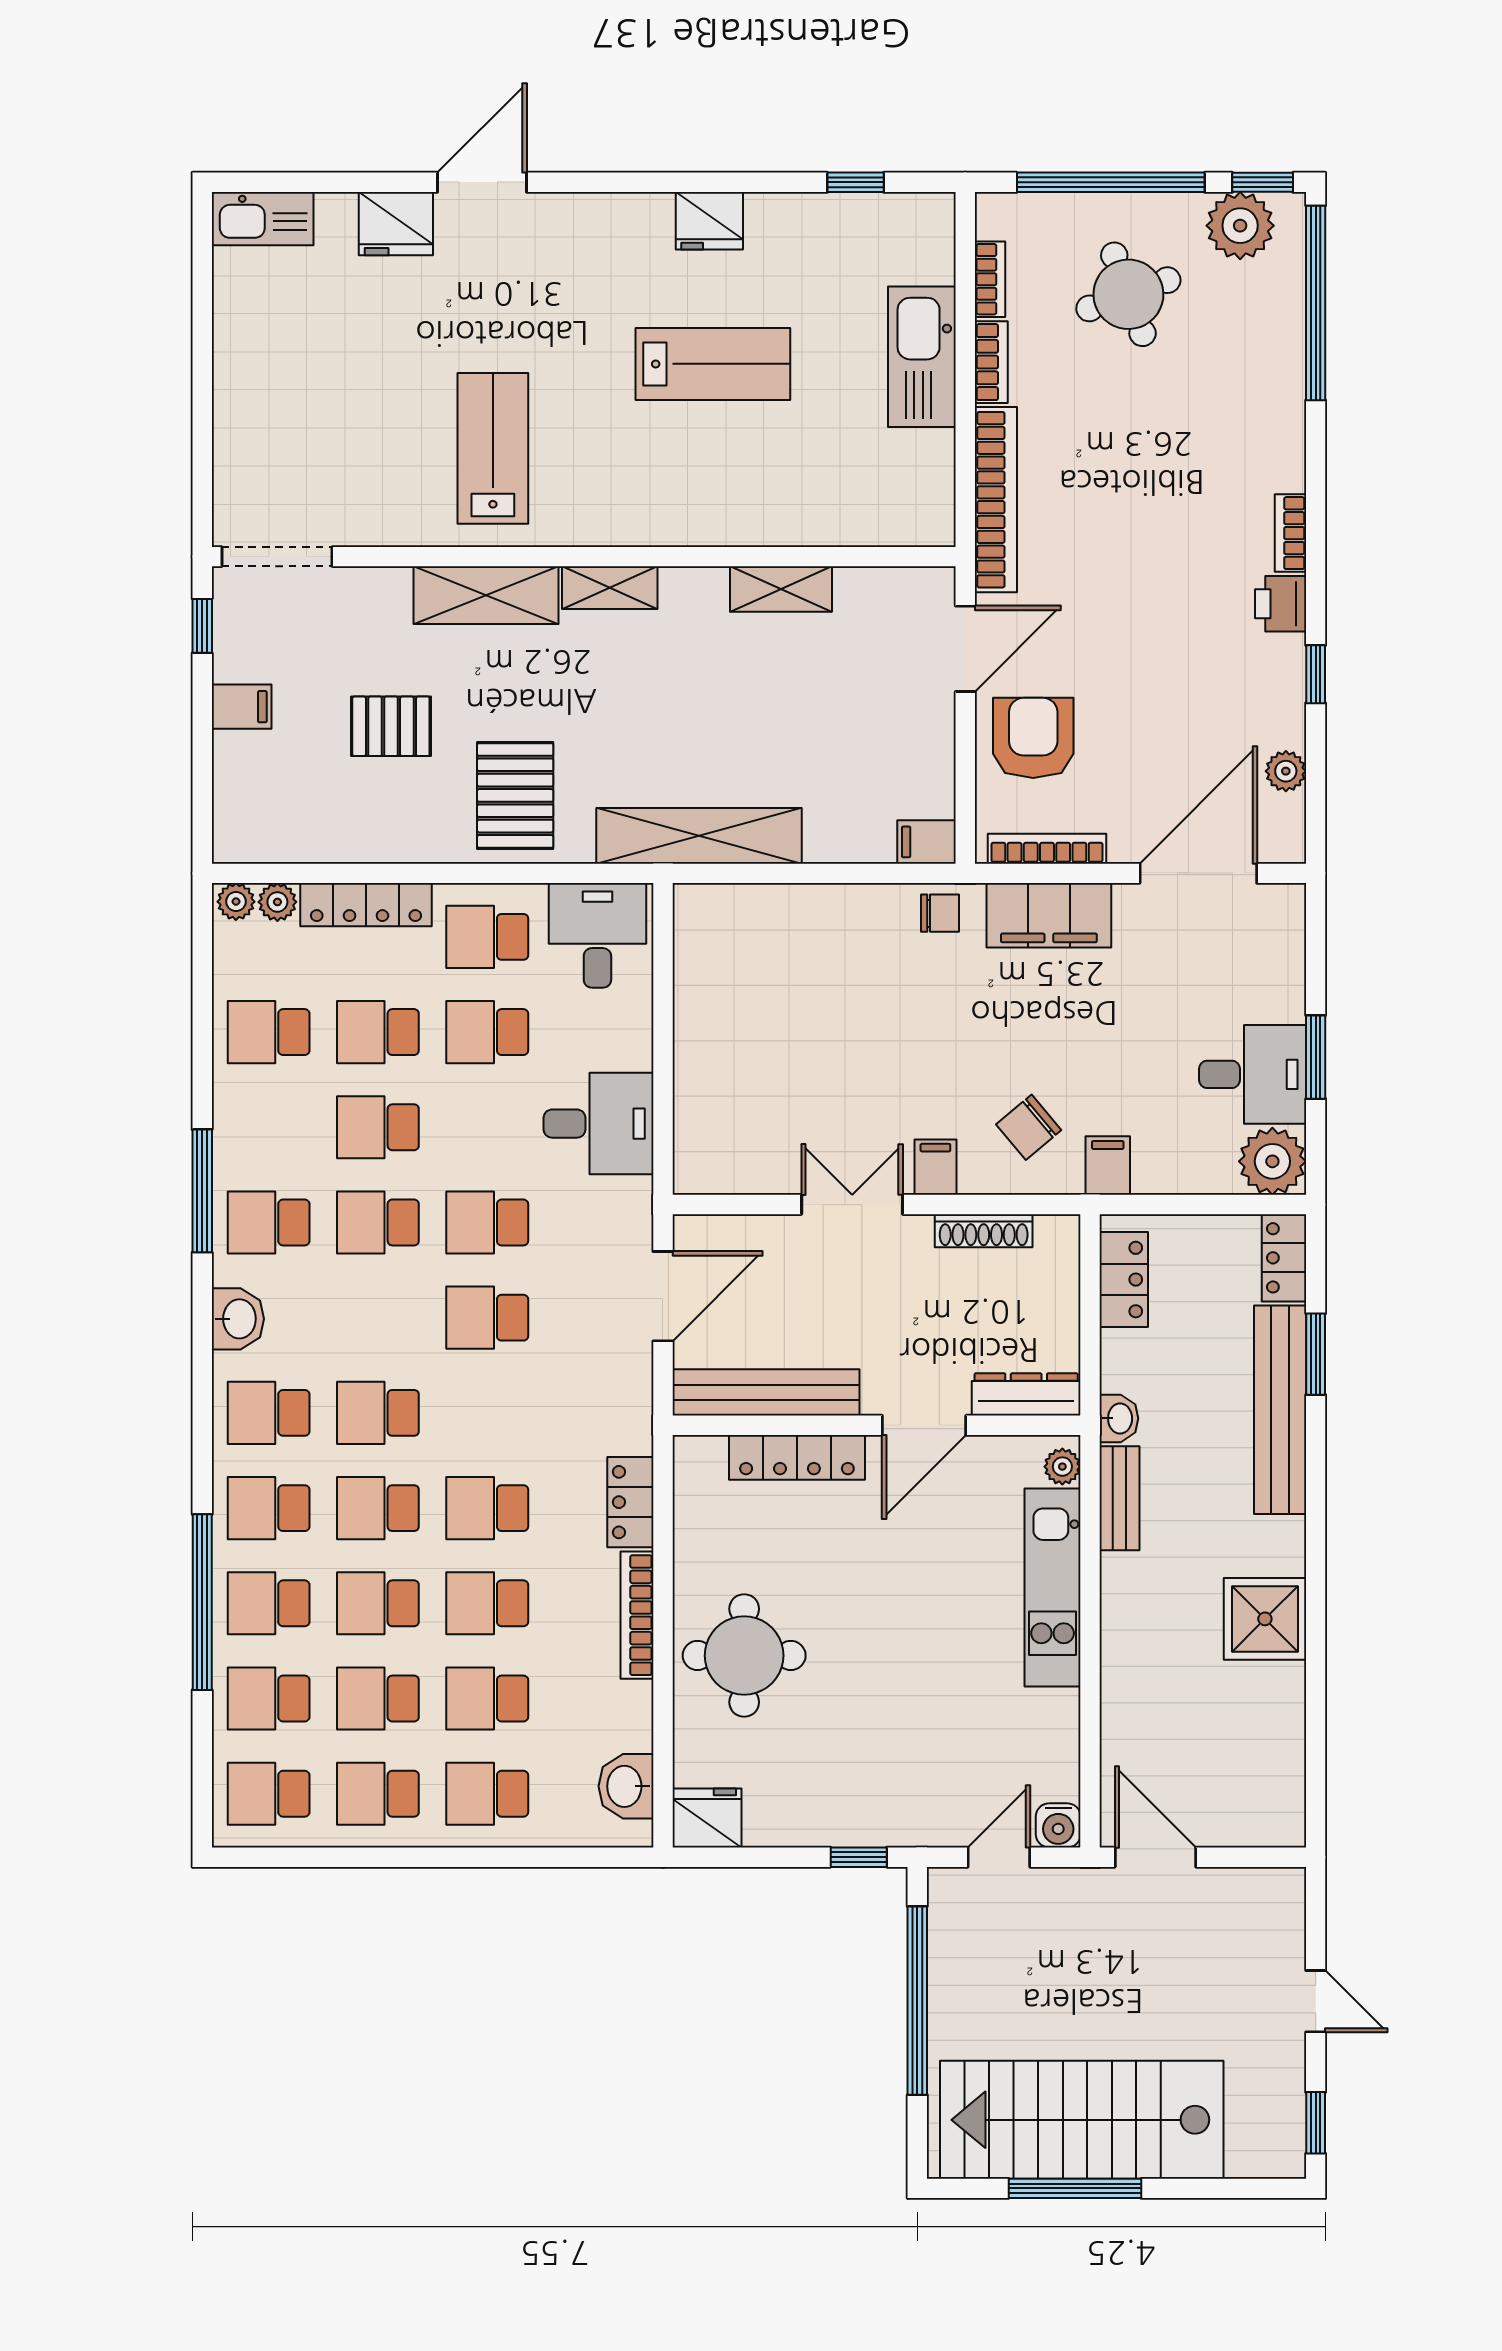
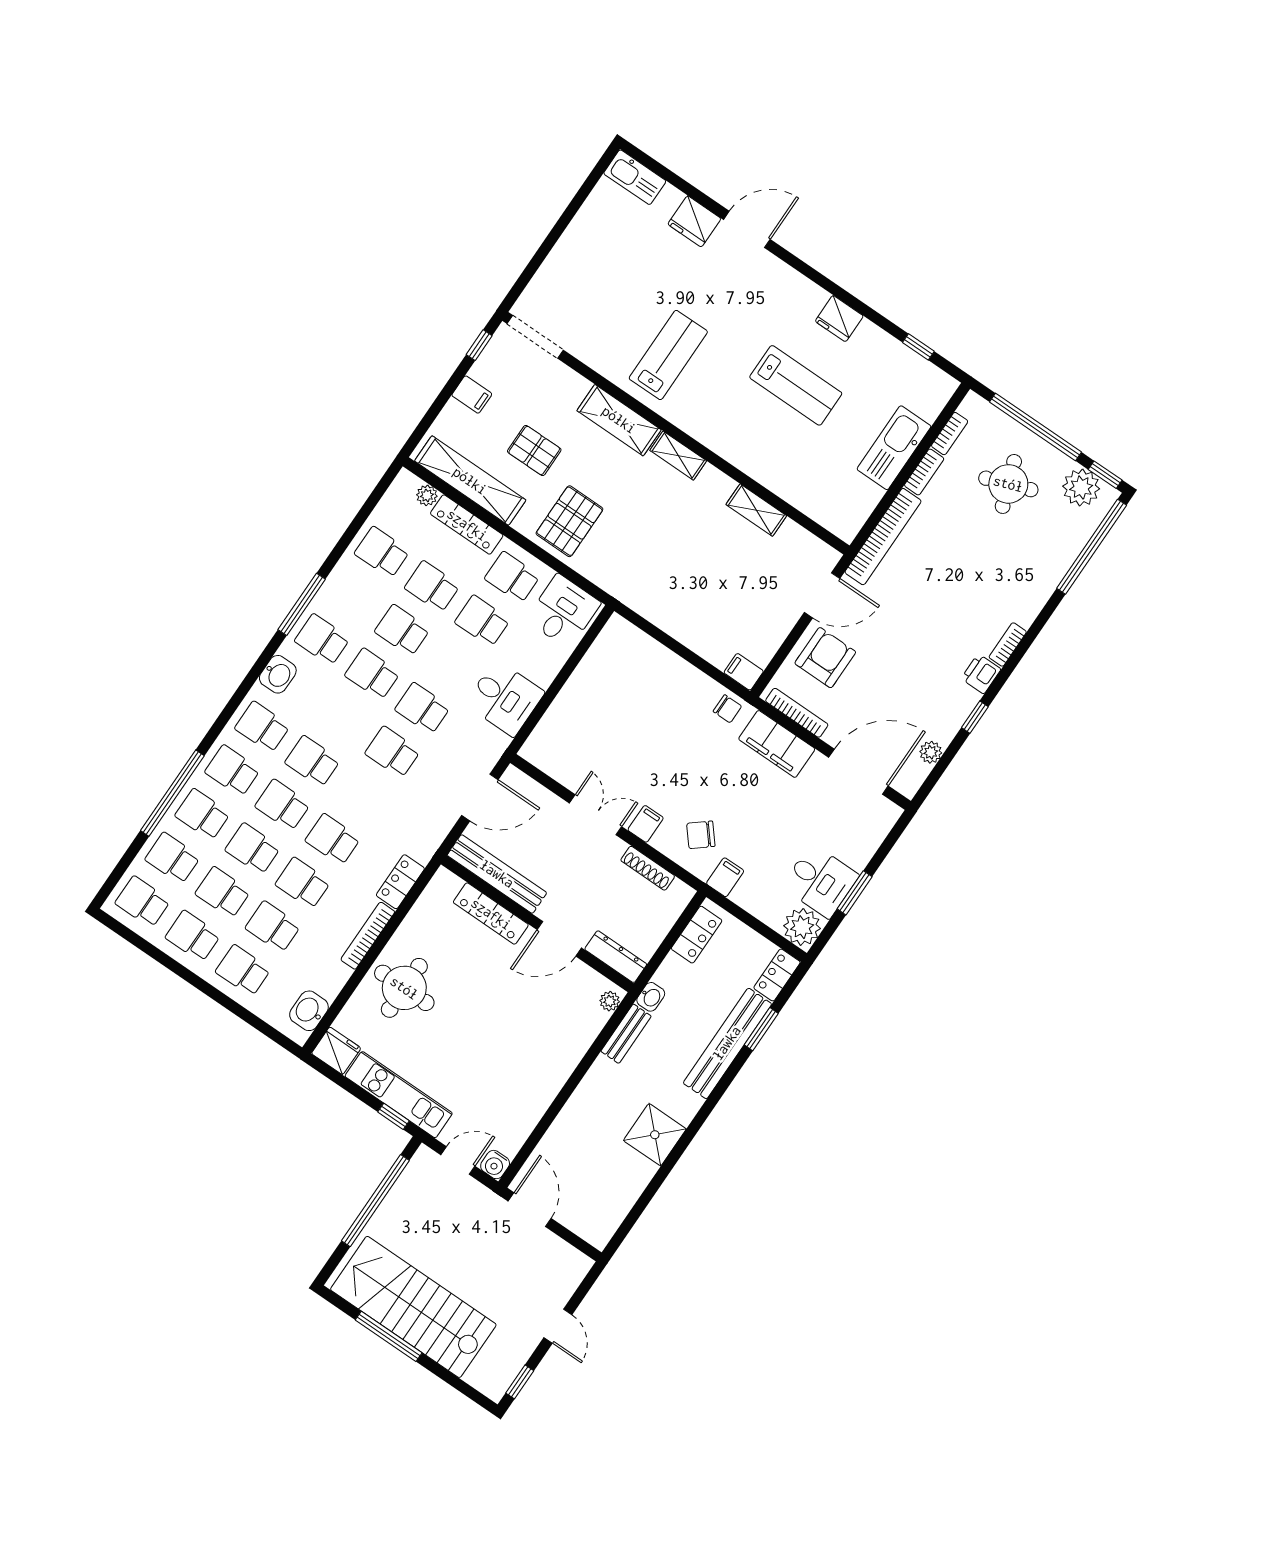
shelving: (699, 836) -> (470, 481), moved
plant: (236, 902) -> (408, 482), removed
kitchen unit: (1053, 1588) -> (399, 1095), moved, turned 90

